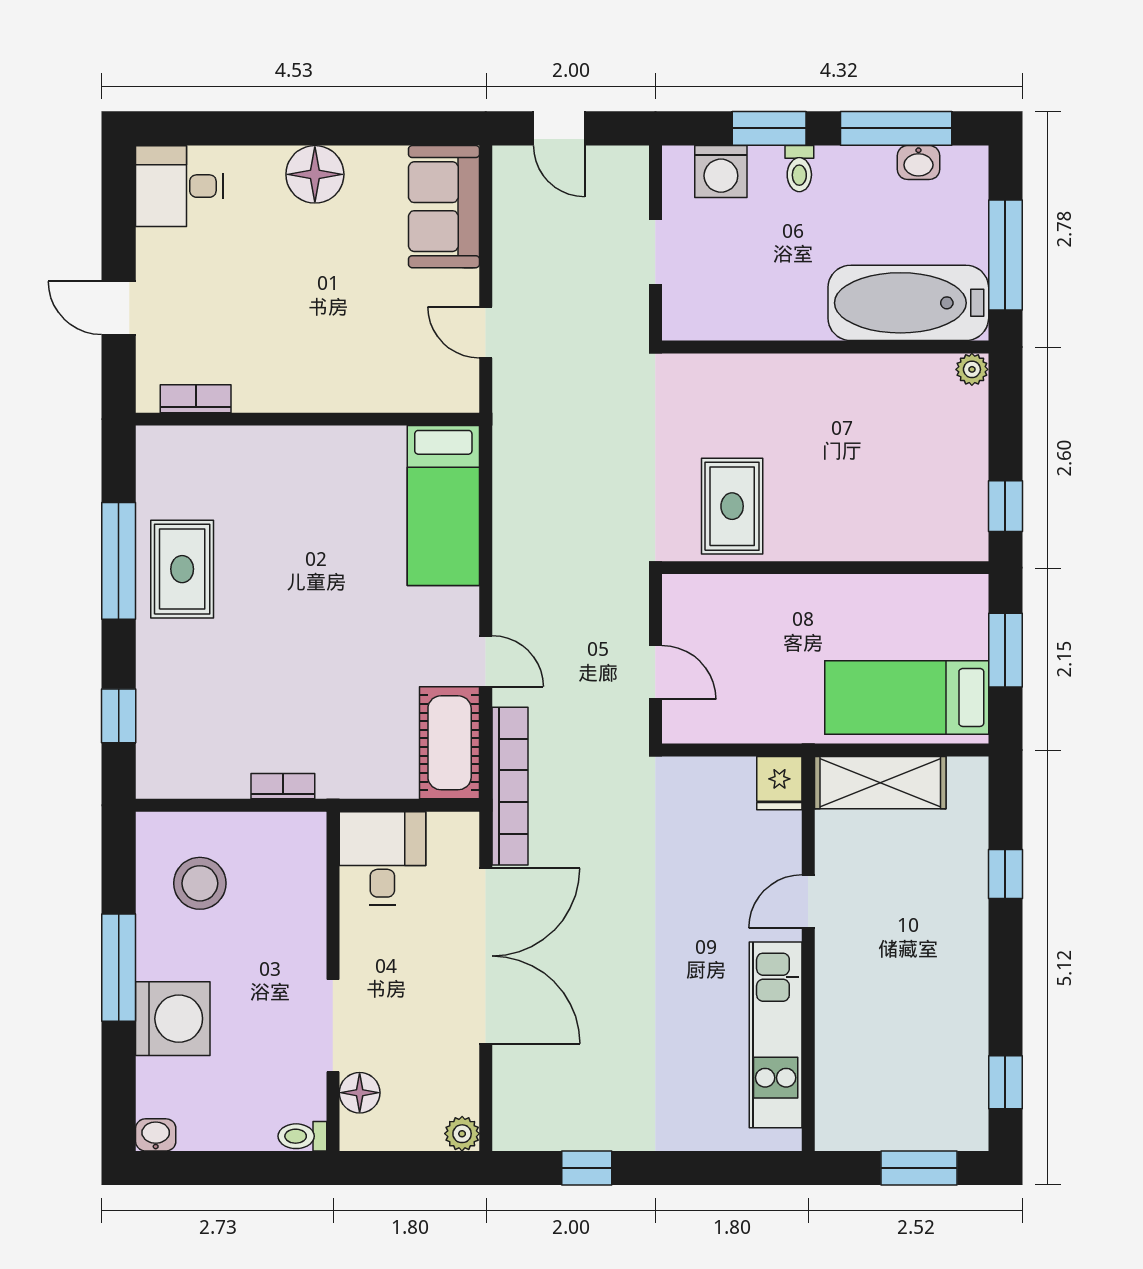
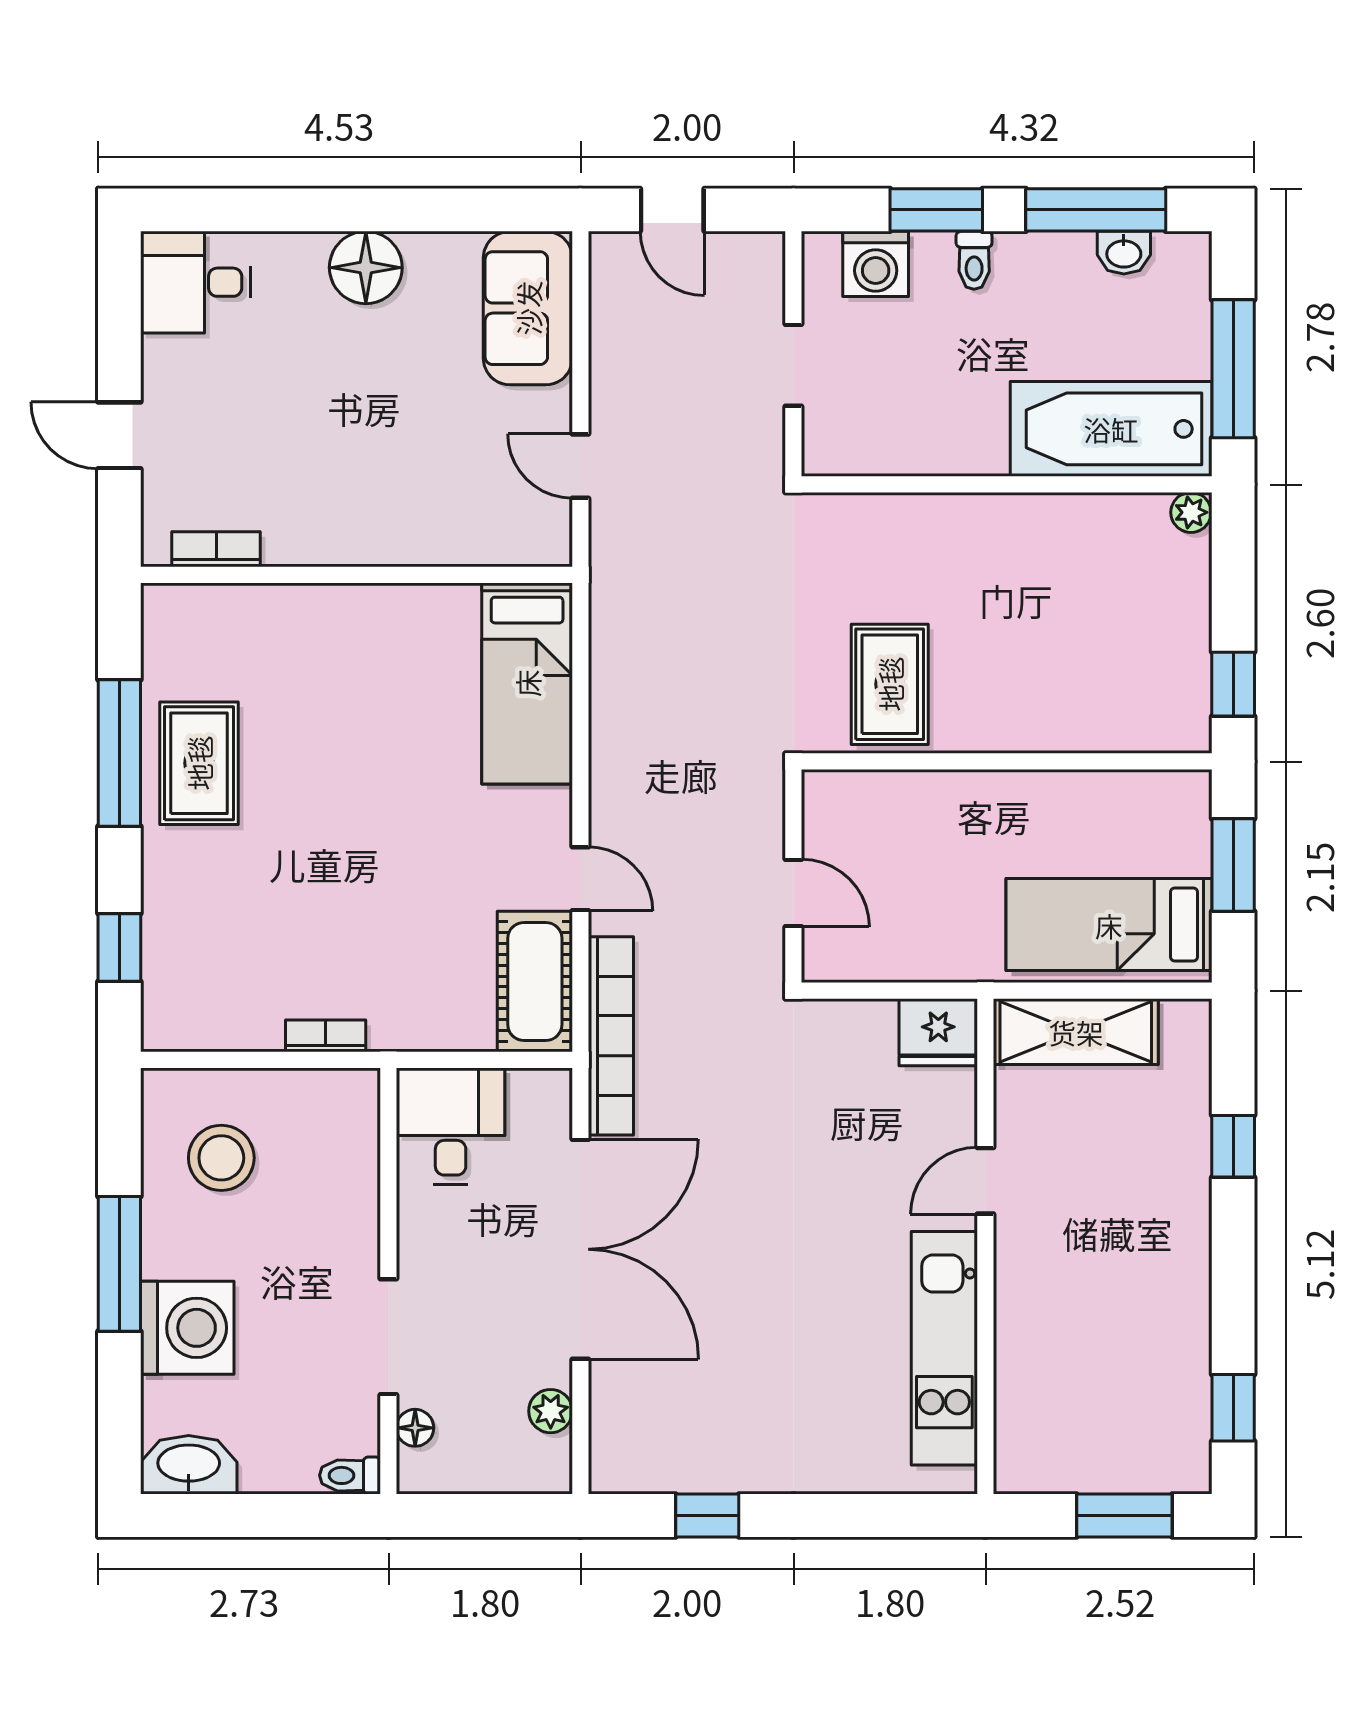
fridge: (779, 783) -> (938, 1032), width x1.38
floor lamp: (360, 1093) -> (415, 1428), width x0.73, depth x0.73
plant: (462, 1134) -> (551, 1411), moved
washbasin: (156, 1135) -> (189, 1465), width x1.91, depth x1.45

